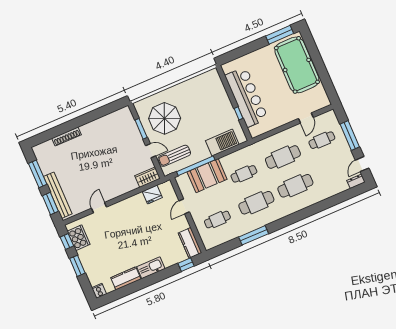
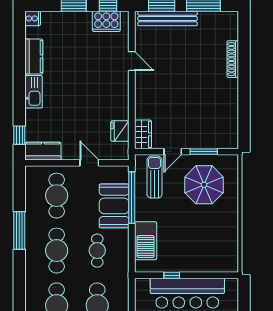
cafe table: (217, 220) -> (57, 196), width x1.37, depth x1.35

